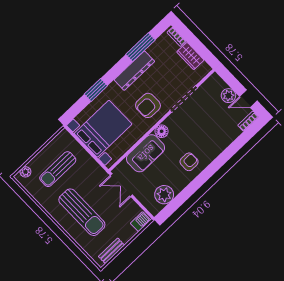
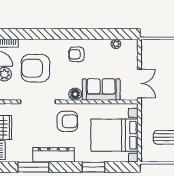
armchair: (210, 122) -> (35, 68), added
plant: (164, 195) -> (116, 44), width x0.53, depth x0.53
barbecue: (141, 222) -> (151, 45), removed

